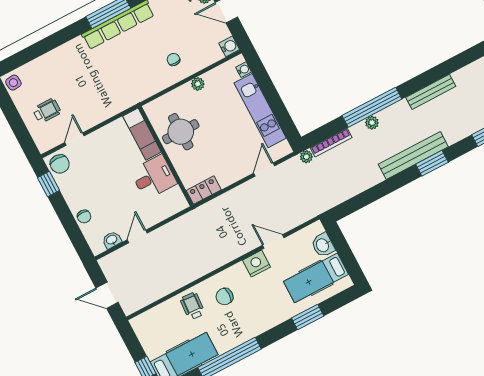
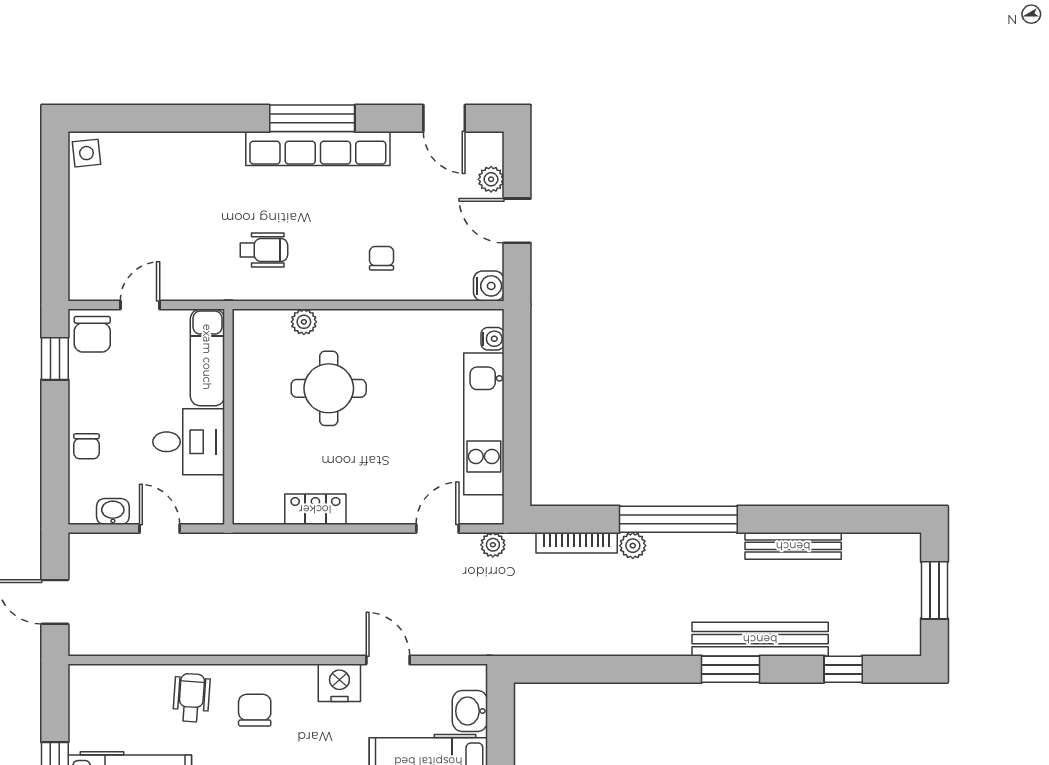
plant: (198, 84) -> (304, 322), moved
wheelchair: (47, 111) -> (264, 250), moved
plant: (372, 123) -> (633, 546), moved
exam couch: (142, 134) -> (207, 357), moved
bench: (413, 155) -> (760, 639), moved
wall: (166, 156) -> (228, 417), moved
plant: (306, 157) -> (493, 545), moved
desk: (154, 177) -> (189, 442), moved
door: (137, 236) -> (160, 529), hinge flipped
chair: (224, 297) -> (255, 710), turned 90

